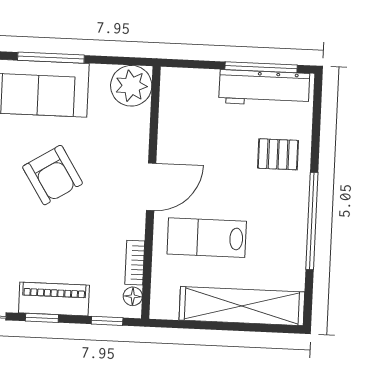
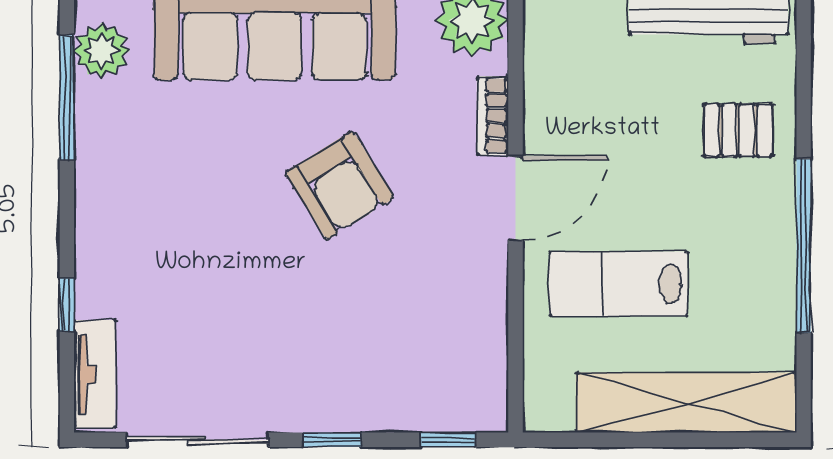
bookcase: (135, 263) -> (493, 116), moved
floor lamp: (133, 296) -> (492, 394), removed
piano: (54, 299) -> (352, 405), removed

